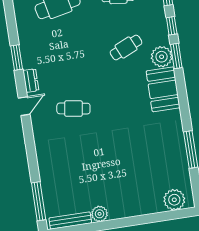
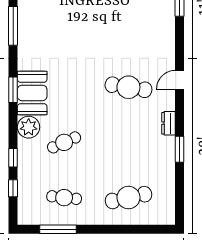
window: (176, 56) -> (13, 90), moved
door: (24, 106) -> (179, 80), moved
cafe table: (73, 109) -> (128, 87), width x1.37, depth x1.35

